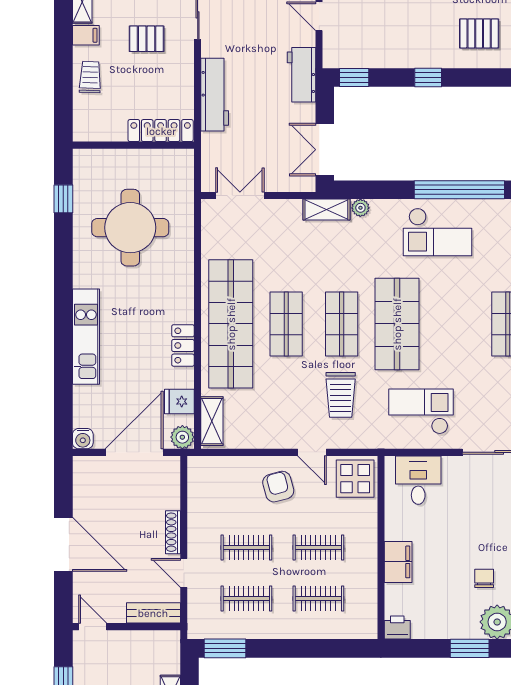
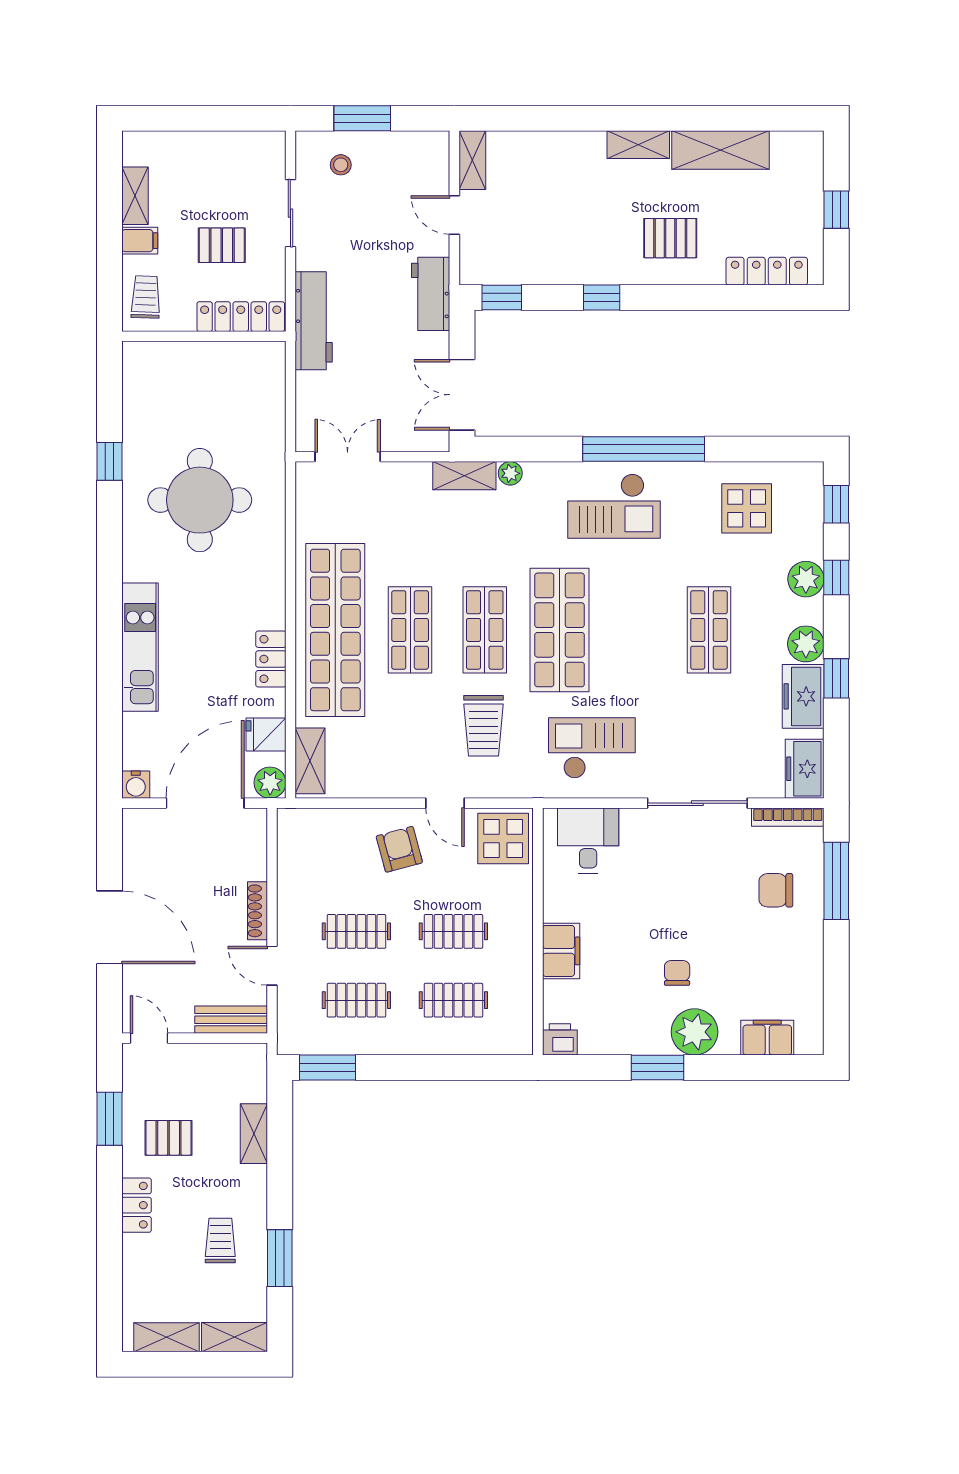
locker: (161, 131) -> (241, 317), moved
wall: (133, 145) -> (204, 336), moved

